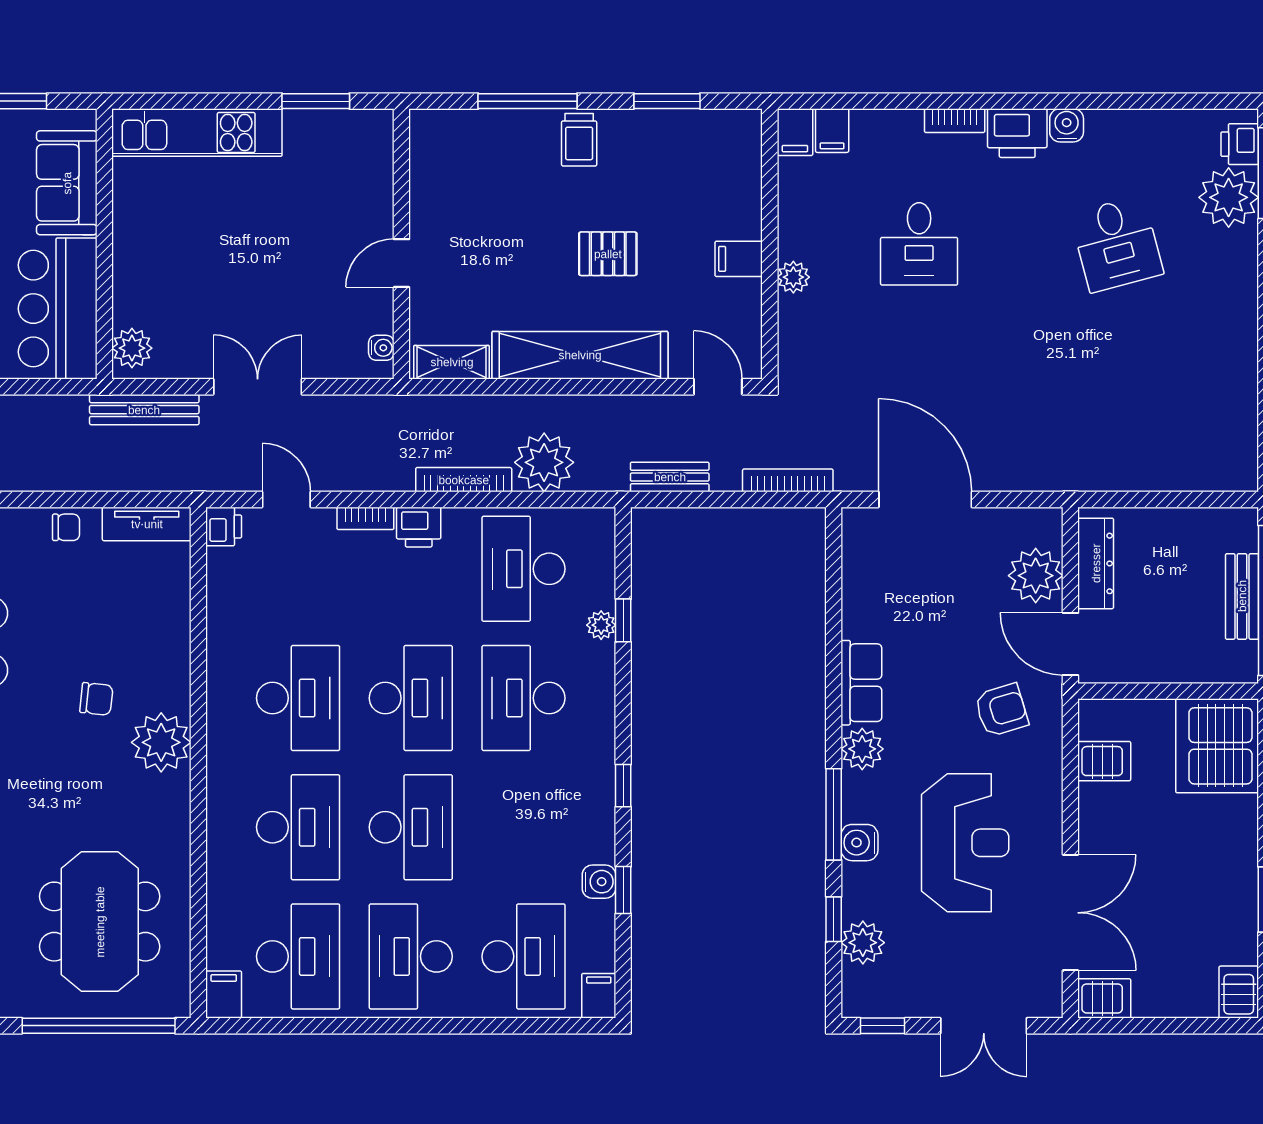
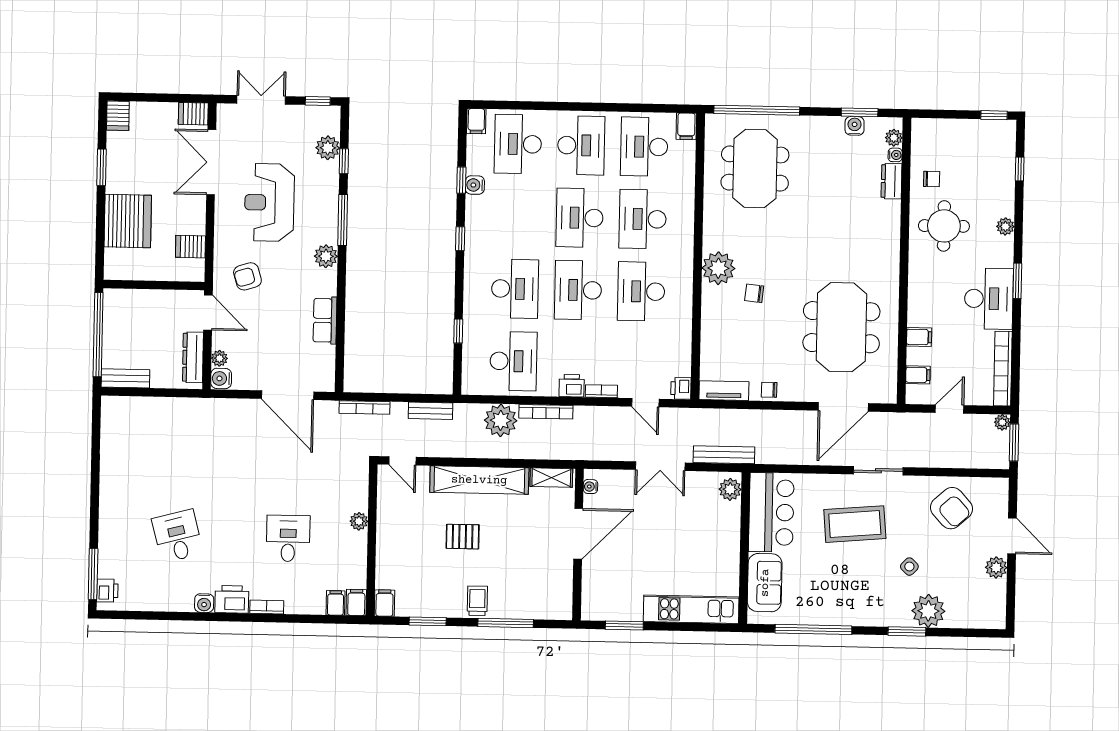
plant: (1229, 197) -> (114, 561), removed
filing cabinet: (739, 259) -> (385, 603), moved, turned -90
door: (401, 263) -> (578, 534), width x1.87
plant: (1036, 576) -> (219, 358), width x0.53, depth x0.53
bench: (1242, 596) -> (125, 378), moved, turned 90
plant: (601, 625) -> (471, 329), removed
row of seats: (861, 683) -> (325, 320), moved
server rack: (1217, 746) -> (128, 221), moved
water cooler: (859, 843) -> (221, 378), moved, turned 180

